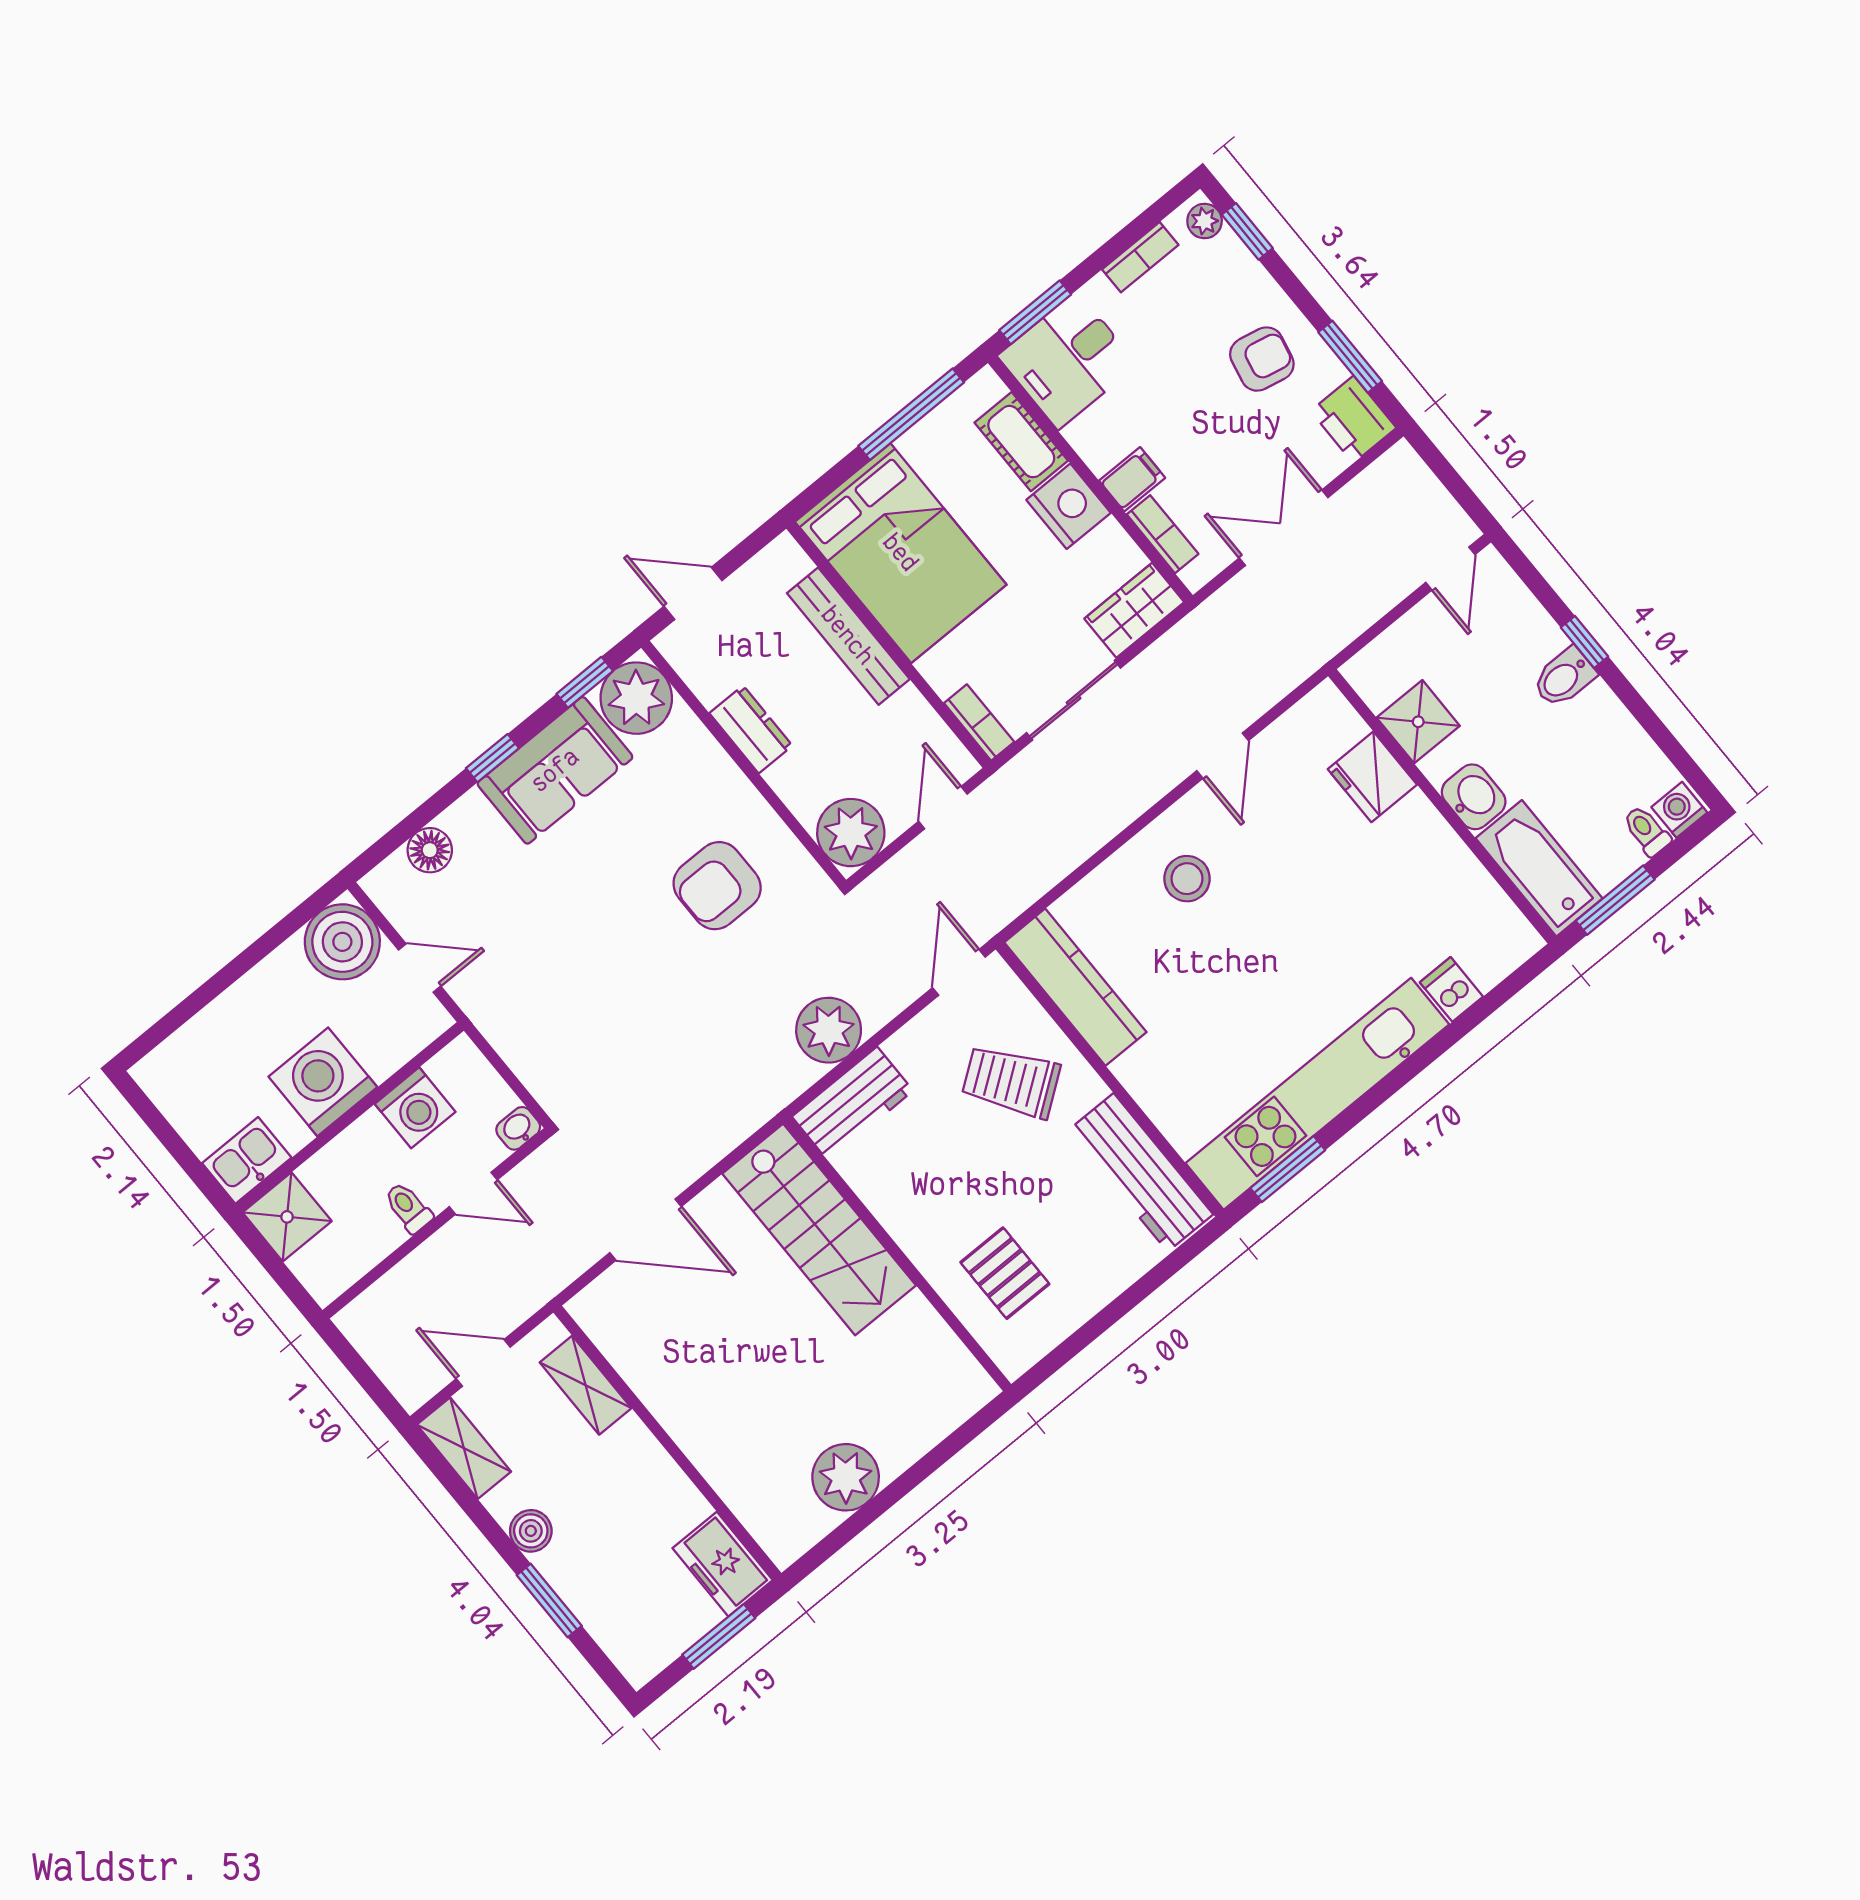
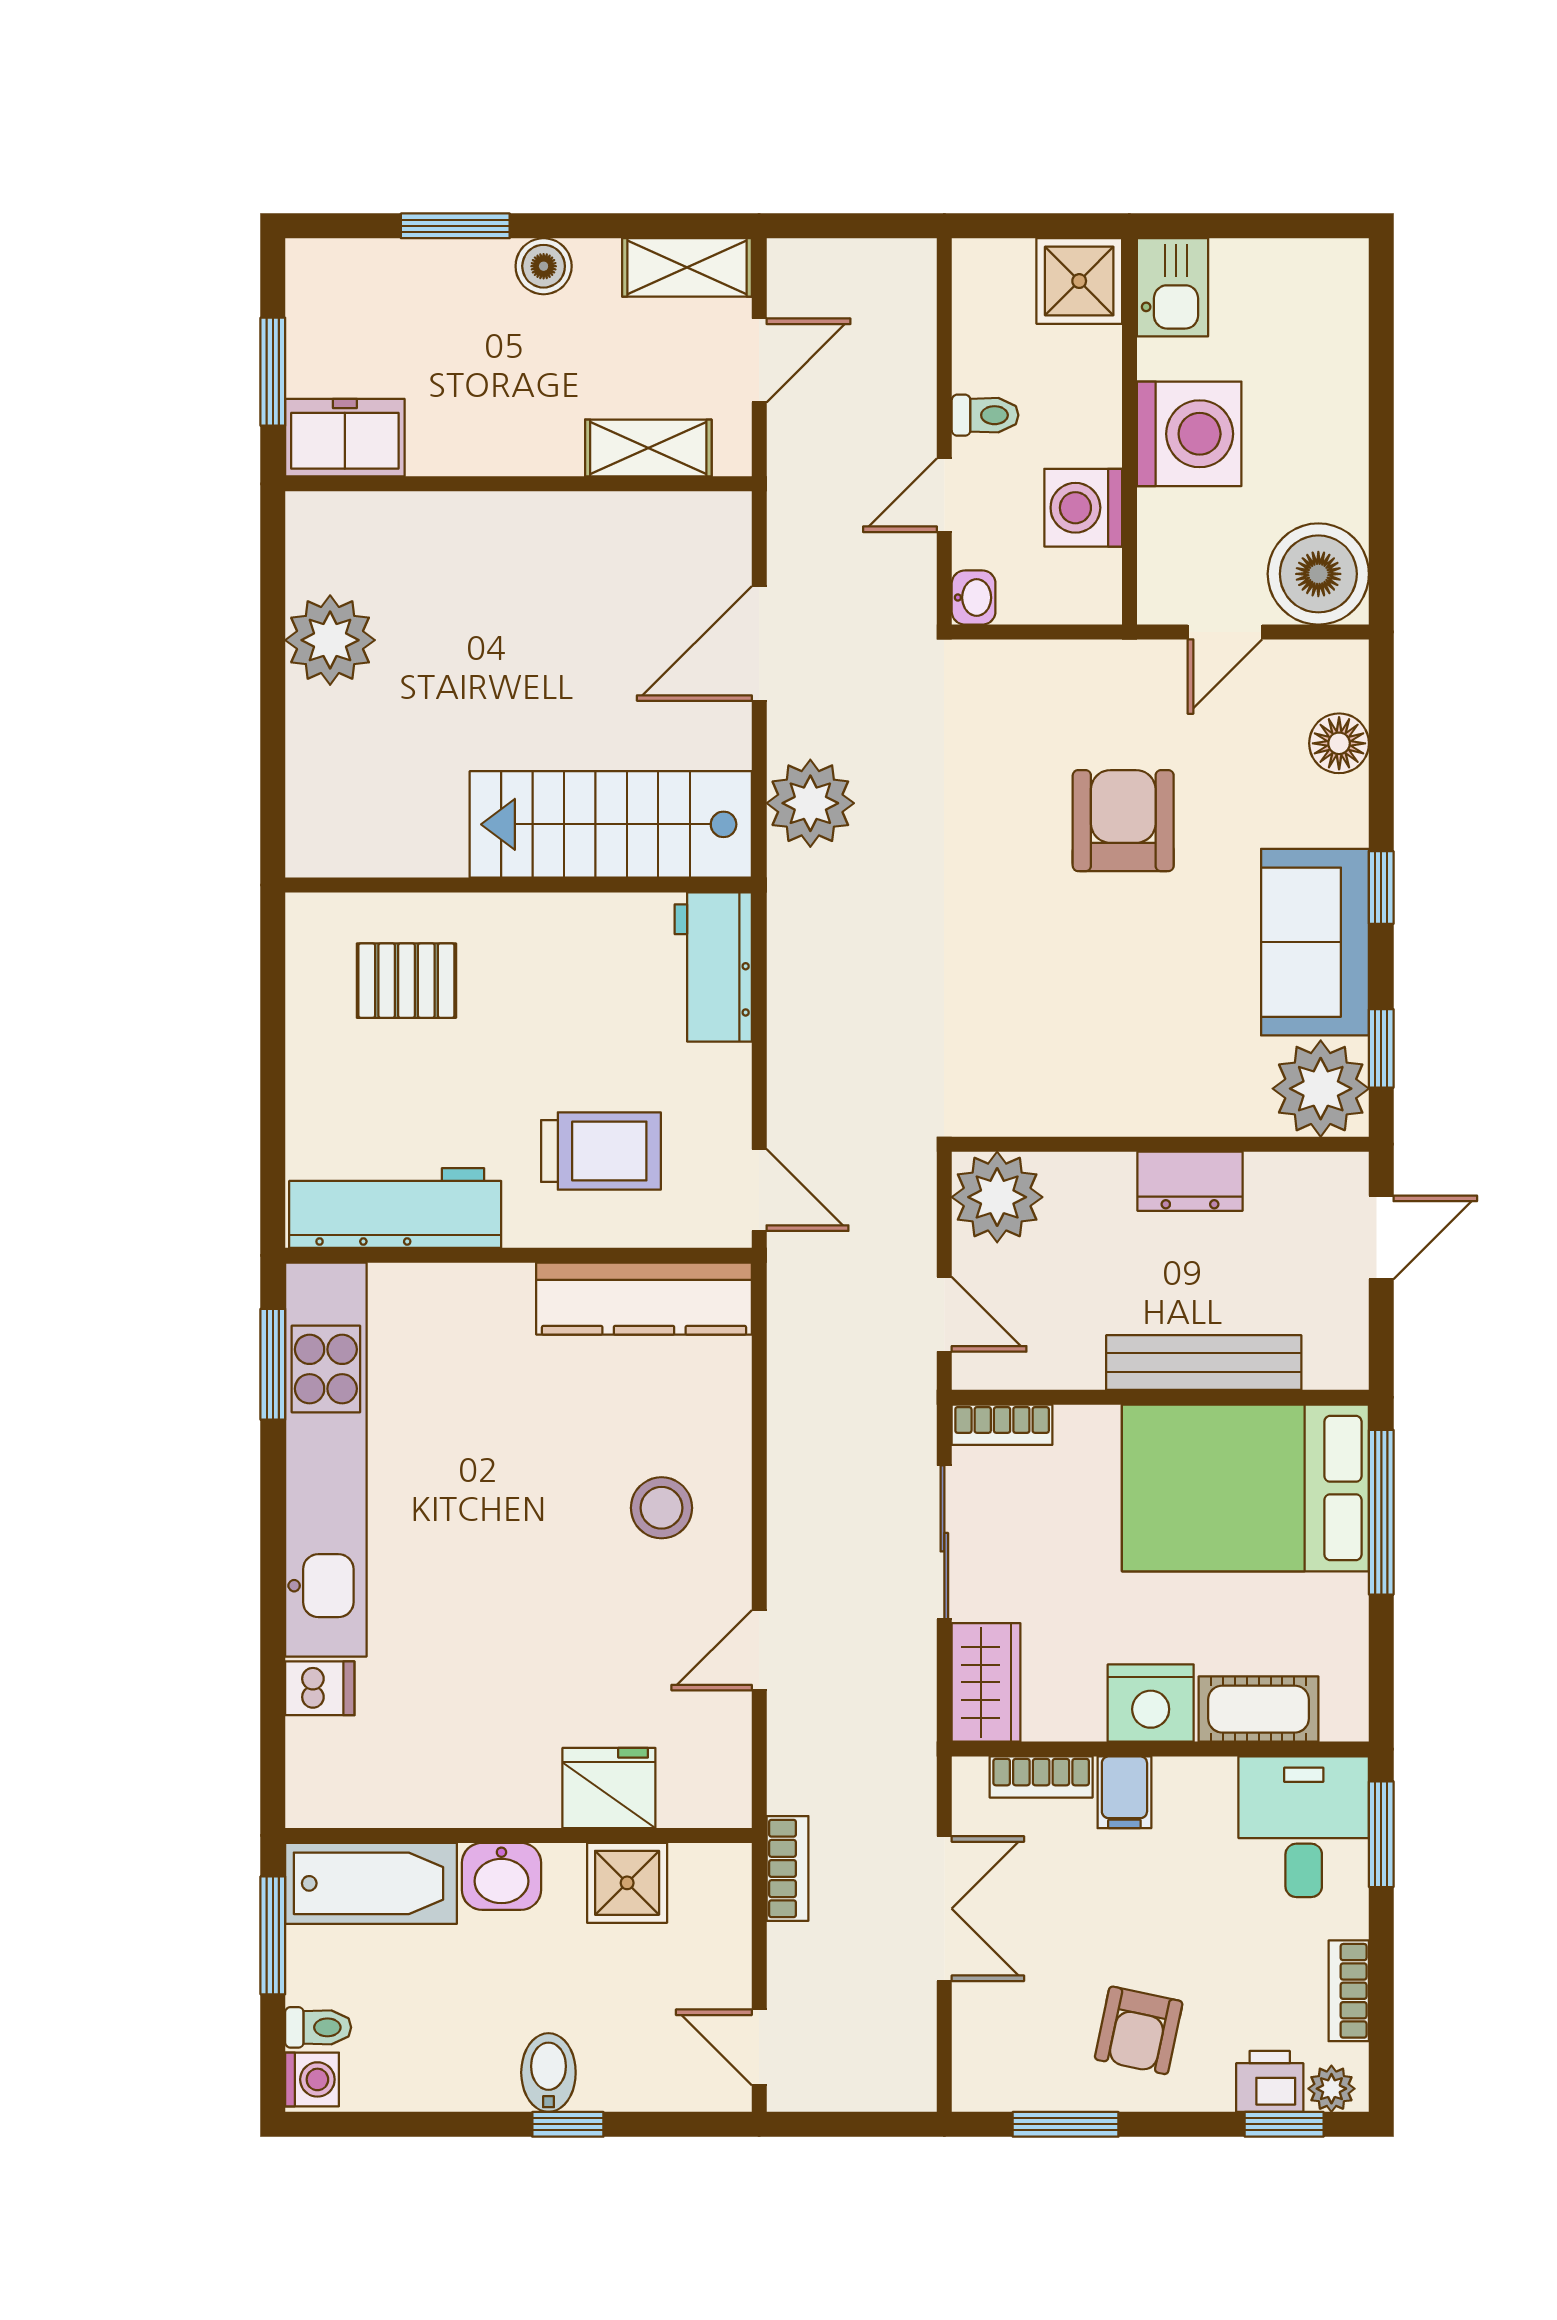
window: (911, 414) -> (1381, 1512), moved
printer: (1353, 419) -> (1270, 2081), moved, width x0.73, depth x0.81
bookcase: (1334, 637) -> (788, 1868), added
door: (1223, 756) -> (759, 1650), hinge flipped
armchair: (717, 886) -> (1123, 821), moved
plant: (829, 1030) -> (810, 803), moved
trolley: (1011, 1081) -> (601, 1151), turned 36

